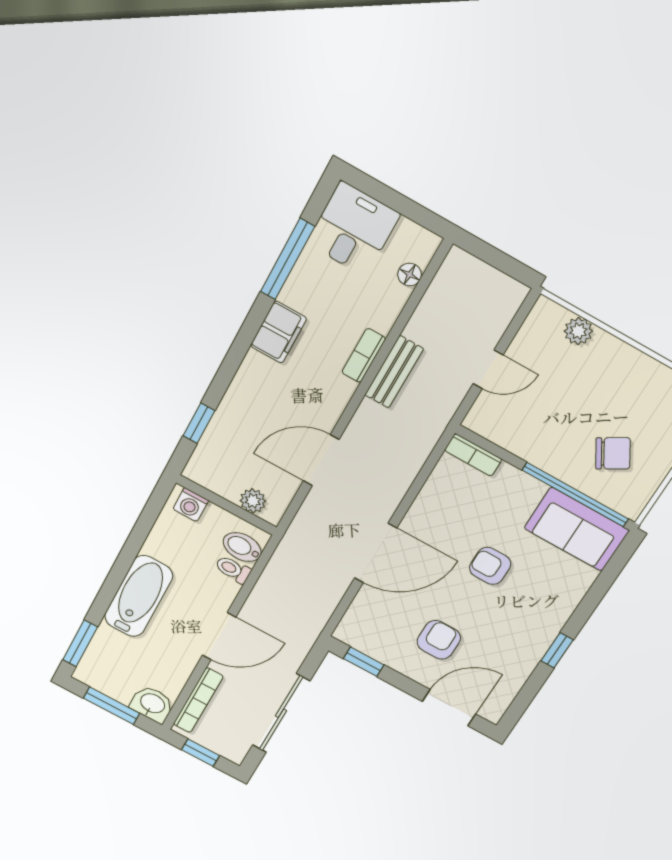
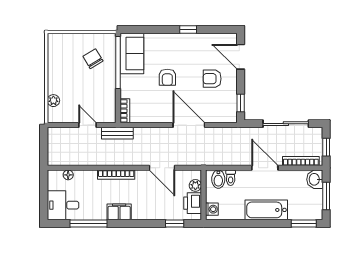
bookcase: (364, 355) -> (116, 175), width x1.56
bench: (394, 372) -> (117, 133), moved
printer: (221, 477) -> (193, 203), added

